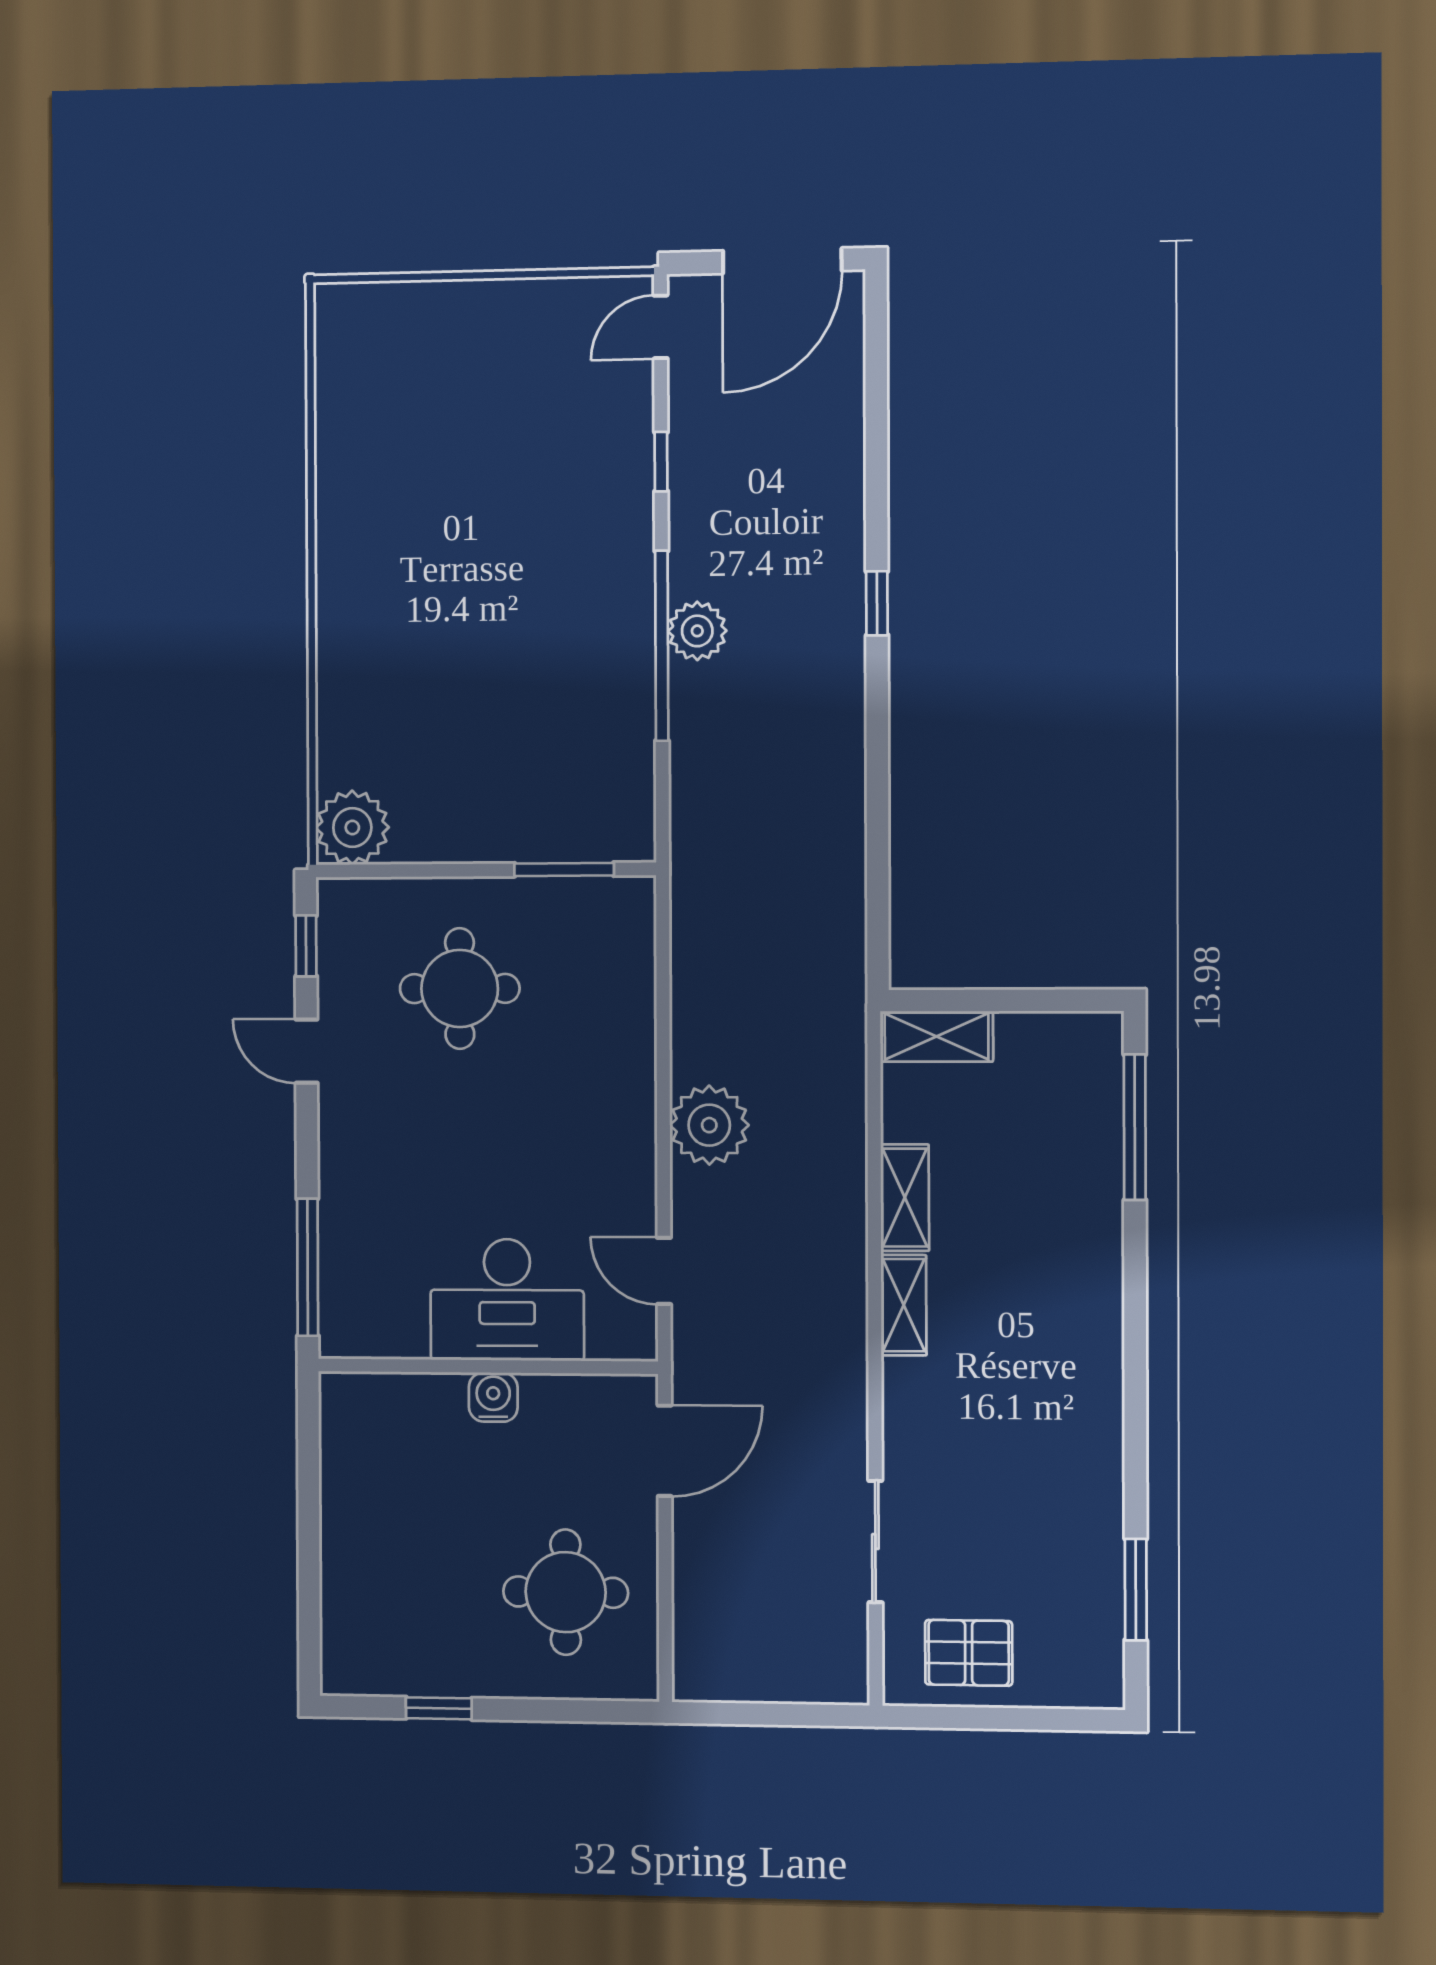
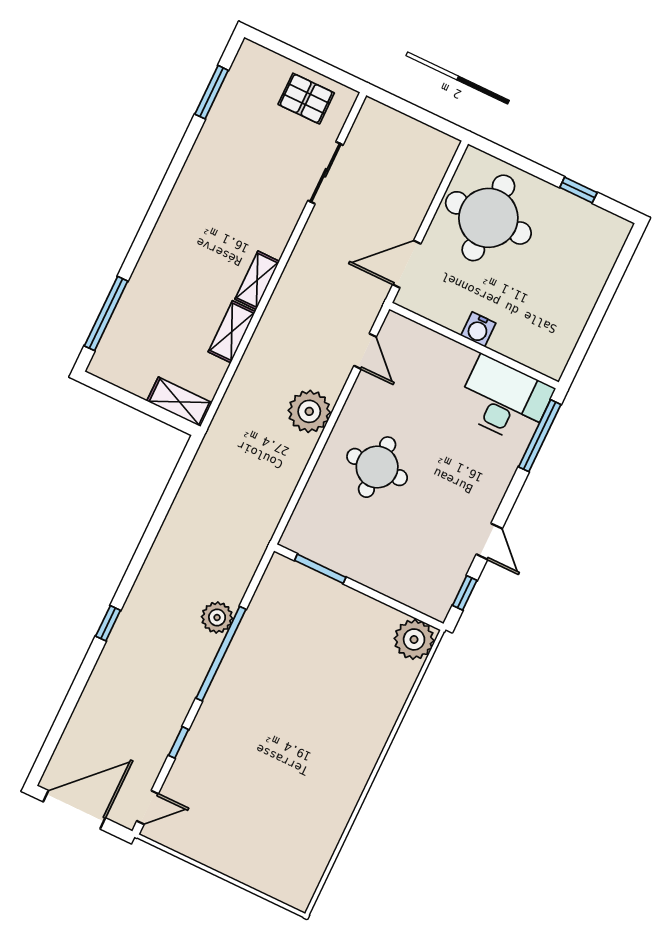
plant: (697, 631) -> (217, 617), moved
round table: (460, 988) -> (377, 467), moved
desk: (507, 1300) -> (504, 400), moved
round table: (566, 1592) -> (488, 218), width x1.36, depth x1.36

